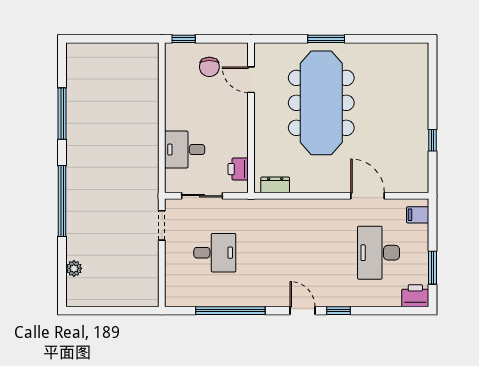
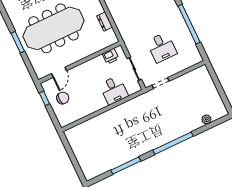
window: (184, 39) -> (44, 98), moved
dresser: (275, 185) -> (105, 22), moved
desk: (215, 253) -> (162, 47), turned 180

